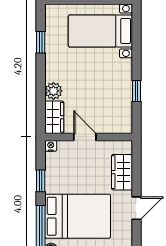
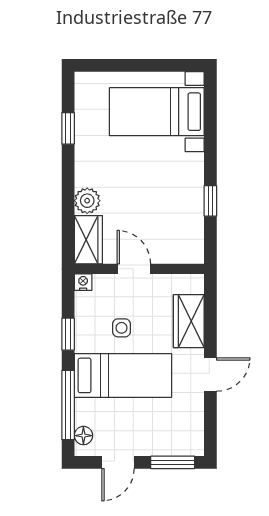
side table: (77, 177) -> (121, 328), added
bed: (78, 216) -> (123, 375), width x0.67

